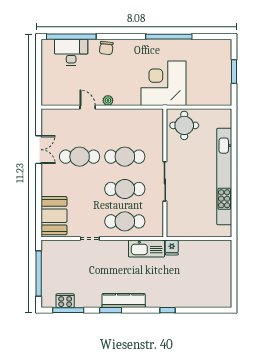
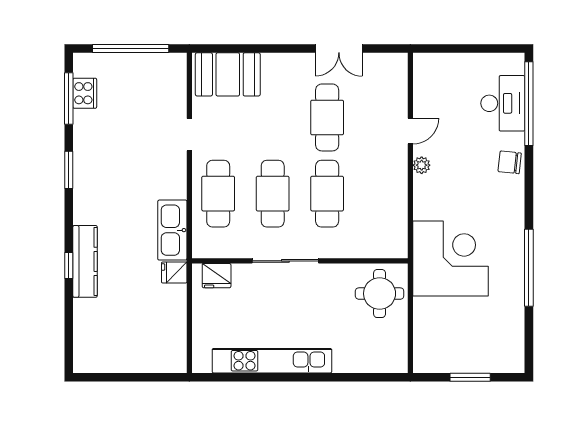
kitchen unit: (224, 177) -> (272, 361), width x0.73
fridge: (174, 222) -> (217, 276), added
kitchen counter: (124, 301) -> (85, 261), moved

